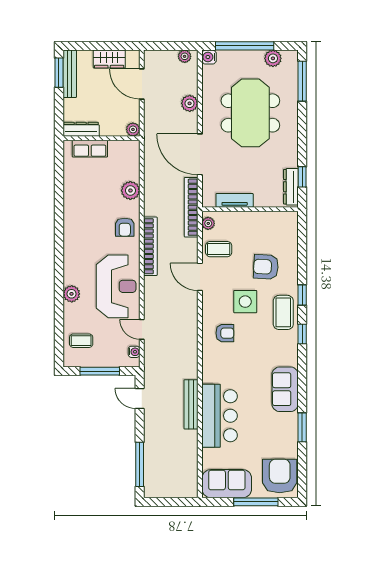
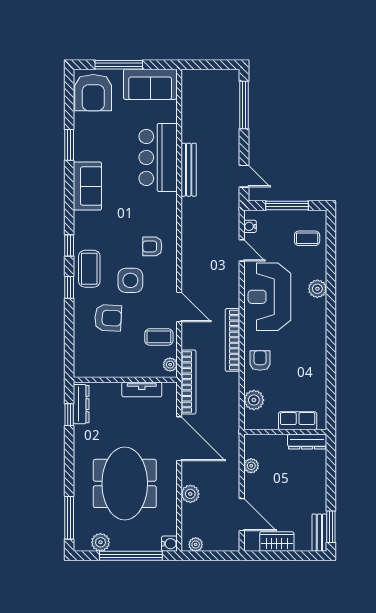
bench: (70, 74) -> (319, 533), width x0.73
dresser: (81, 129) -> (307, 442), moved
wall: (101, 138) -> (285, 432), moved
row of seats: (90, 149) -> (298, 421), moved

